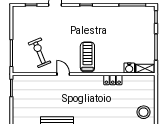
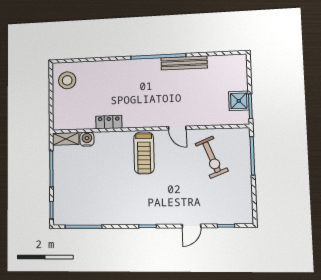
shower: (19, 92) -> (239, 101), added

